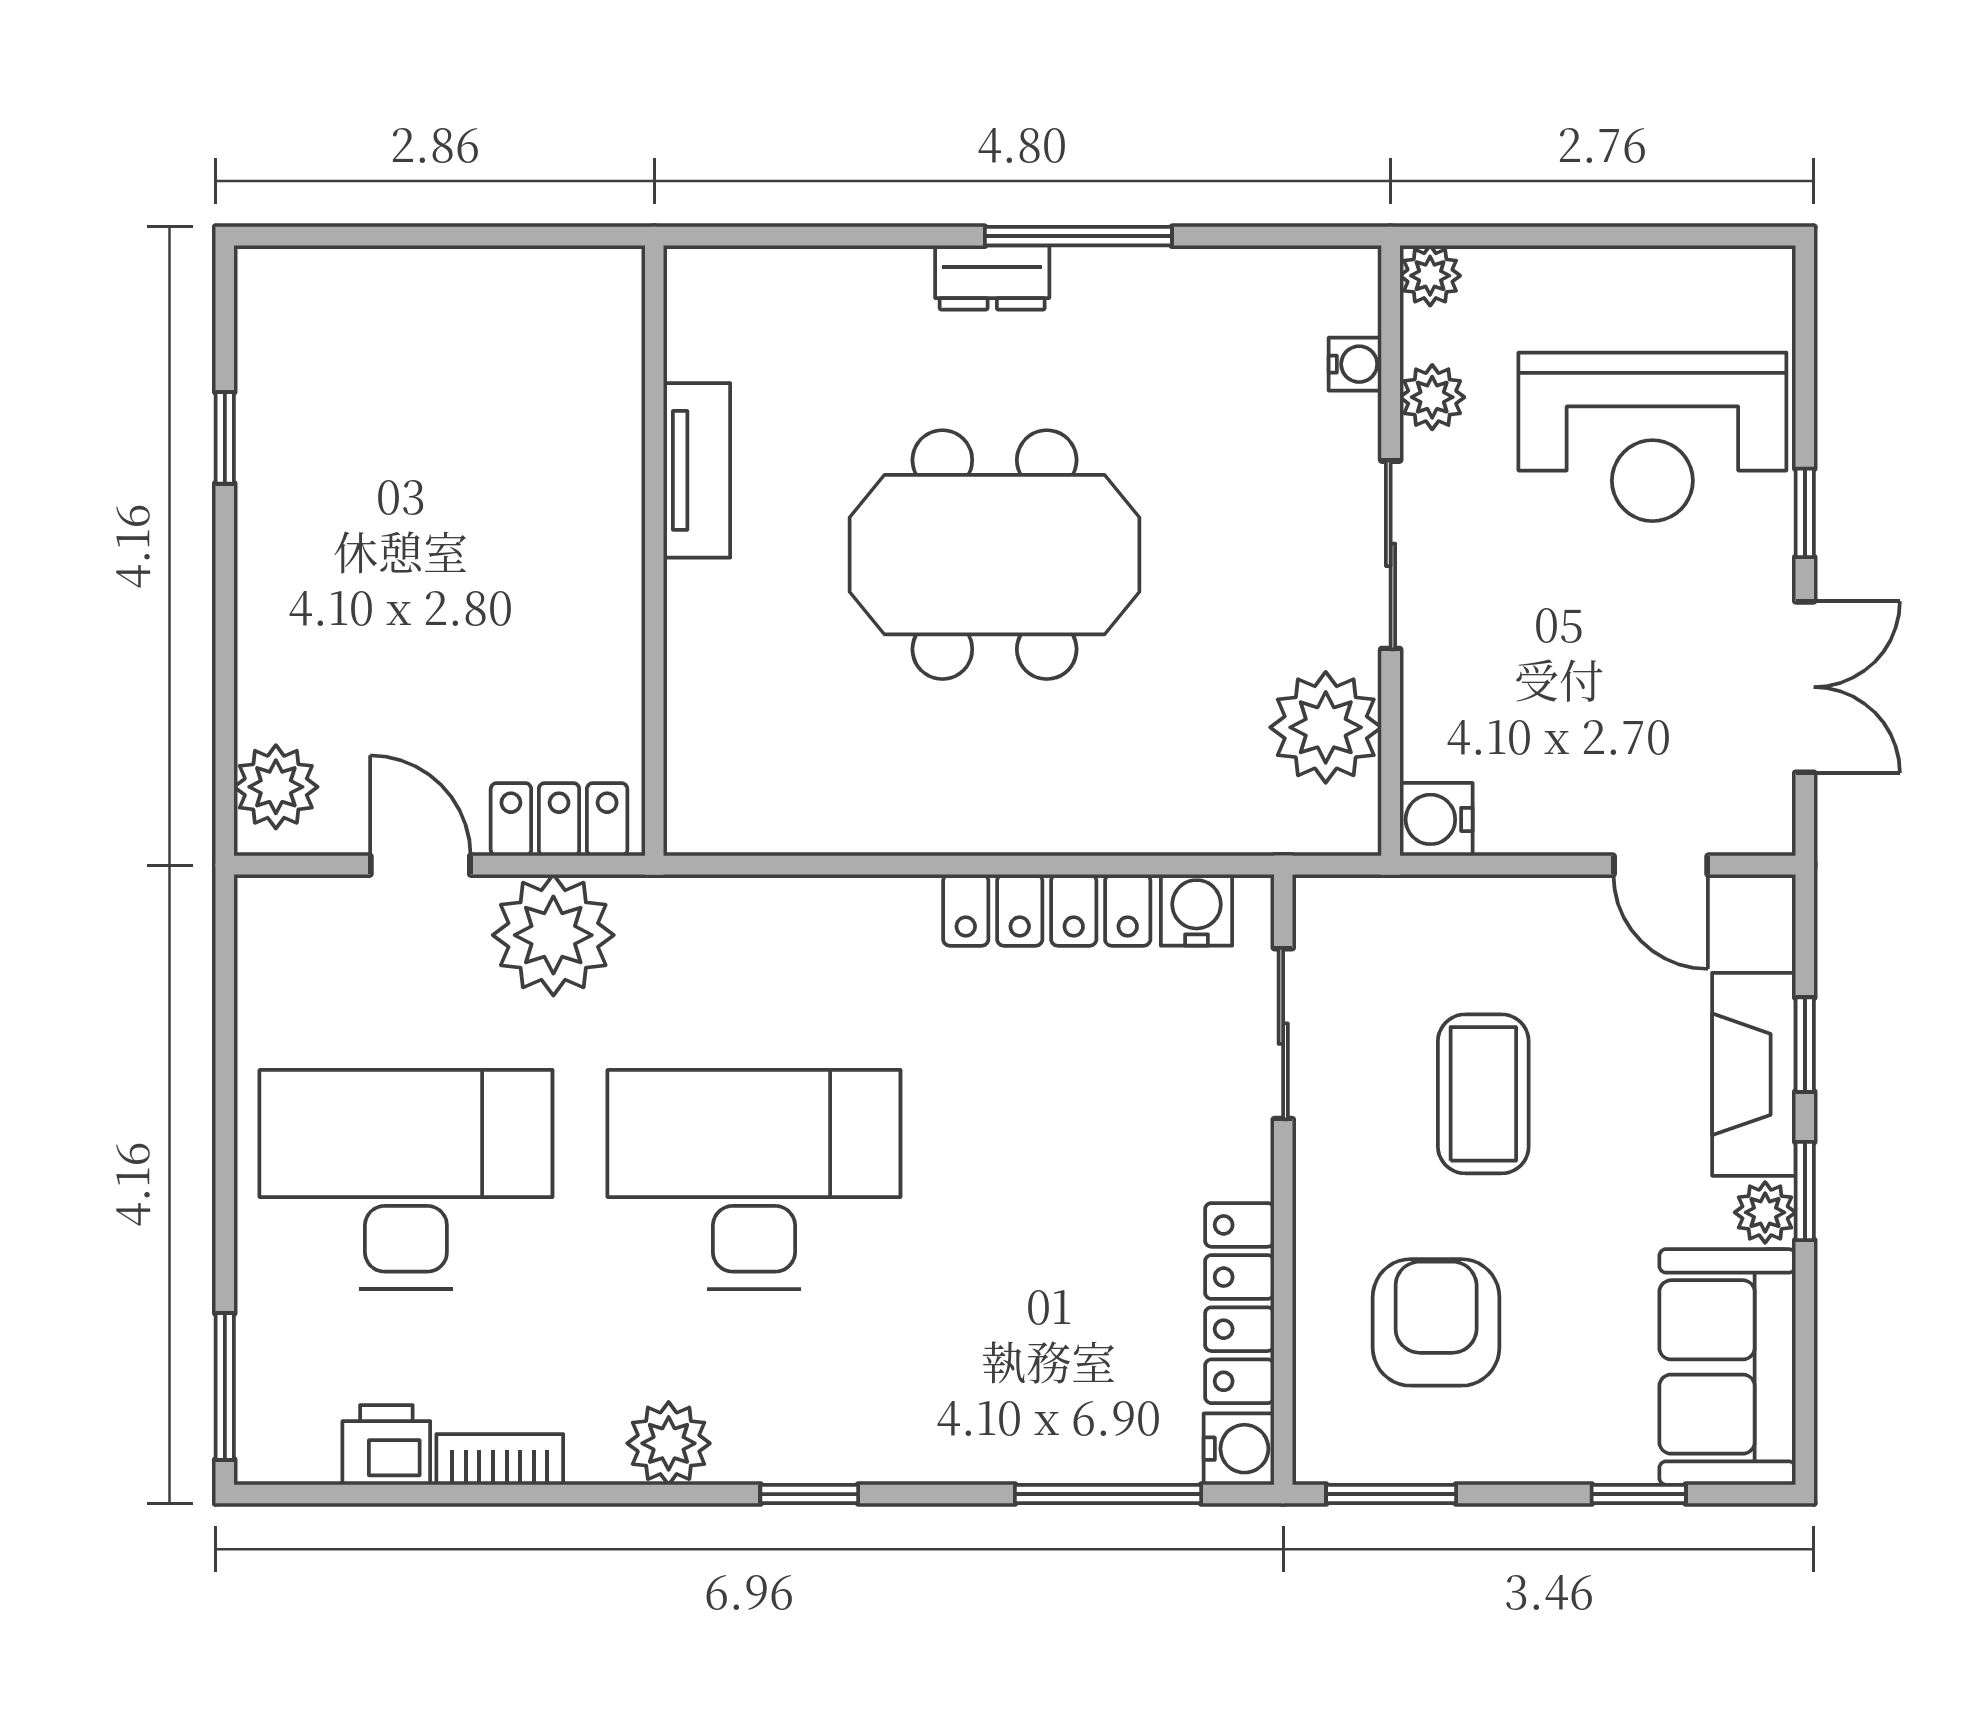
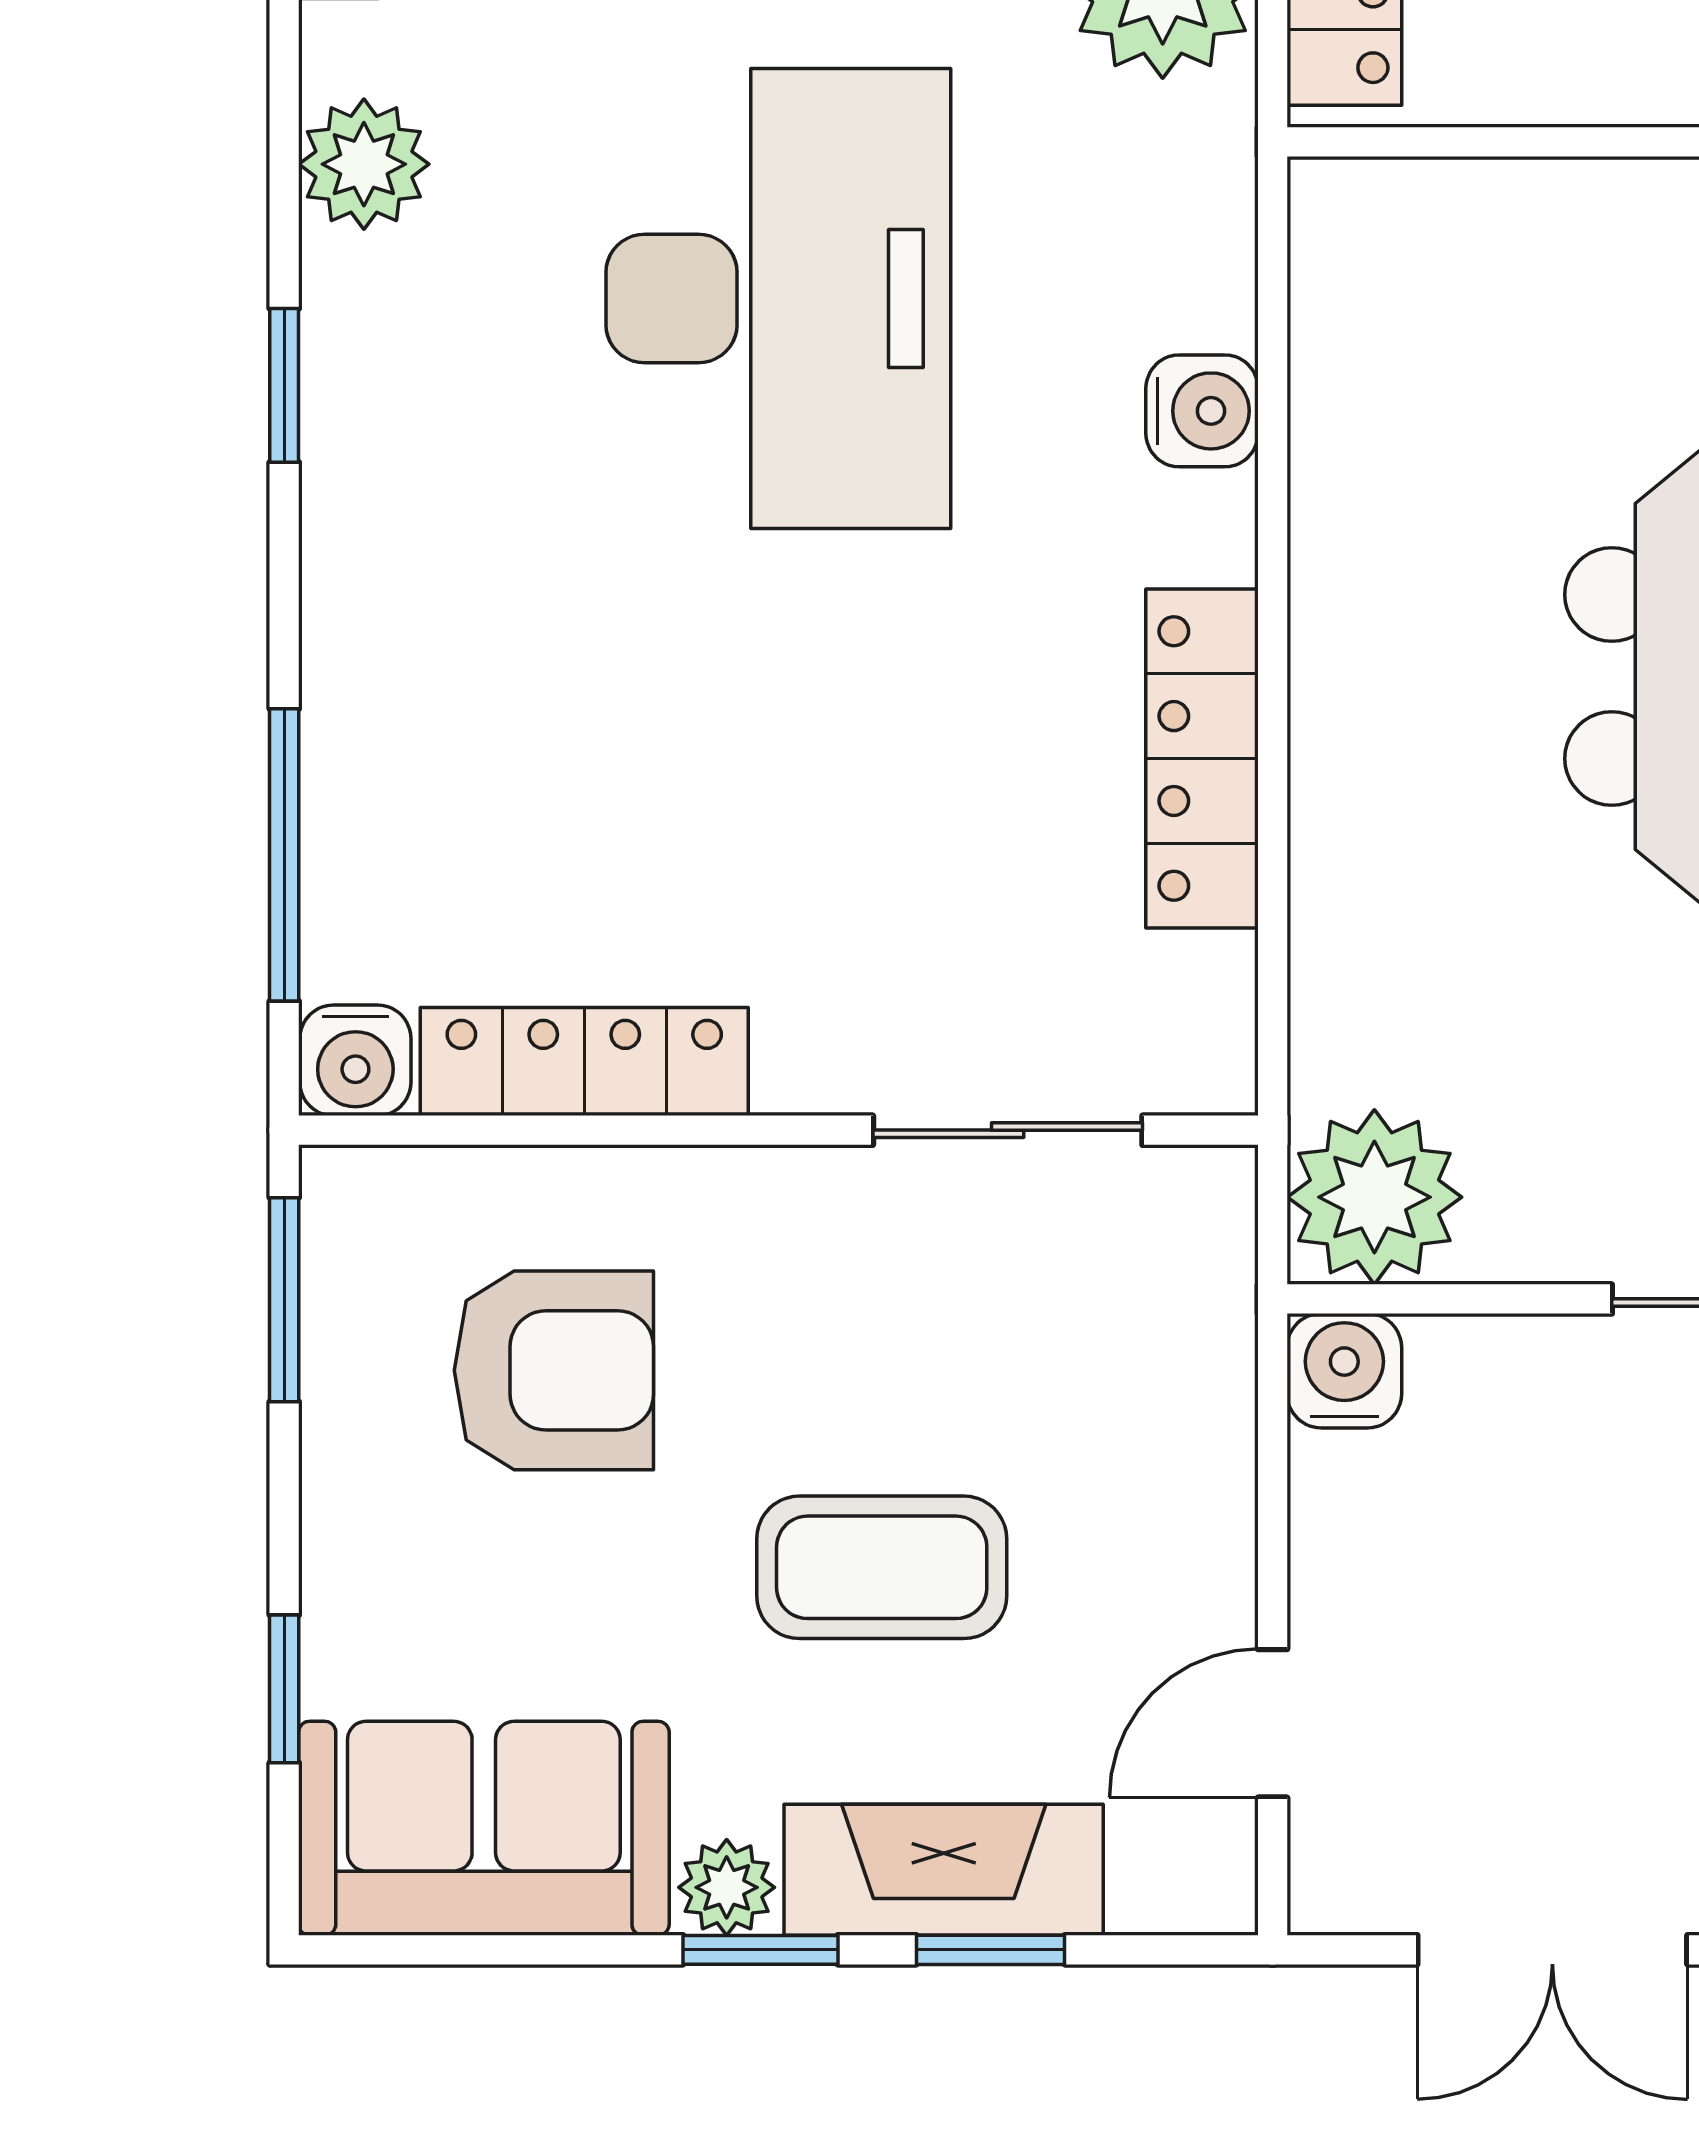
plant: (1326, 727) -> (1374, 1197), moved
water cooler: (1196, 910) -> (1202, 411), moved
coffee table: (1483, 1094) -> (882, 1567), moved

